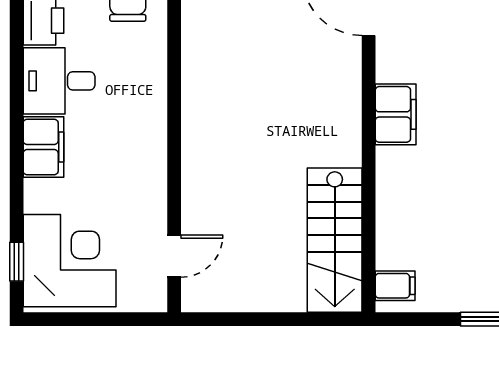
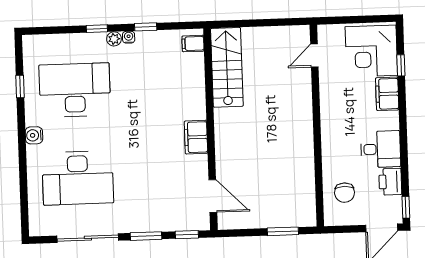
filing cabinet: (43, 147) -> (387, 94), moved
window: (17, 262) -> (401, 65), moved

